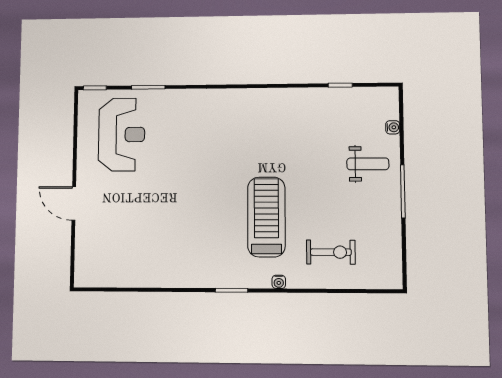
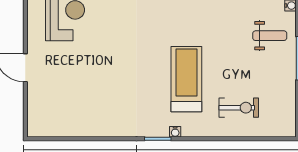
water cooler: (279, 282) -> (175, 132), moved

